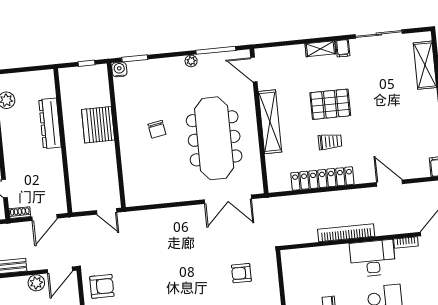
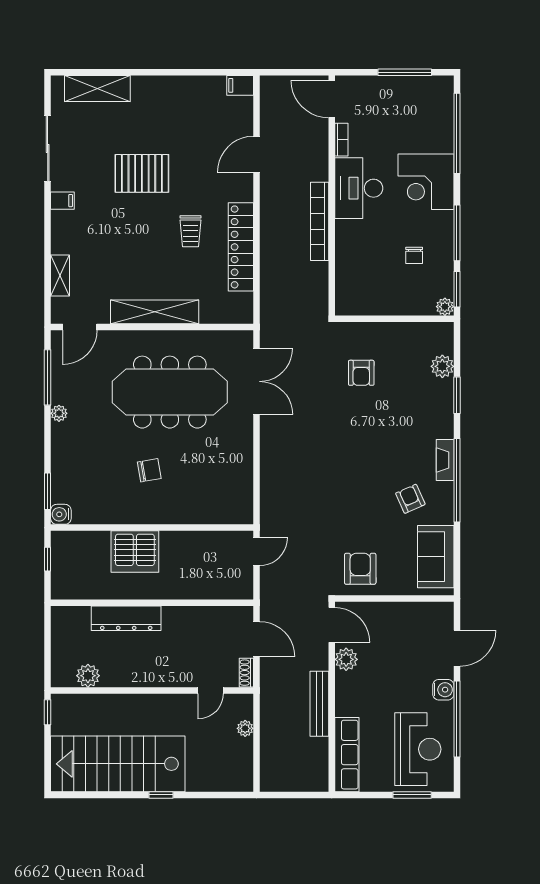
shelving: (320, 49) -> (60, 276), moved
pallet: (330, 104) -> (142, 173), moved, turned 90
trolley: (330, 142) -> (190, 231), turned 180

